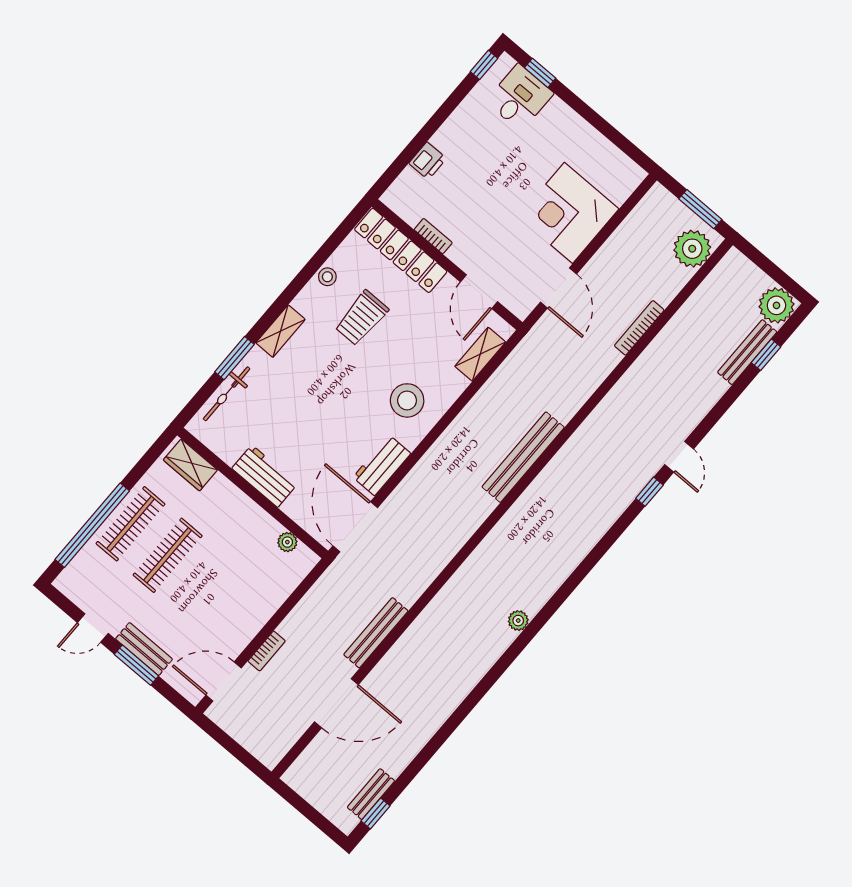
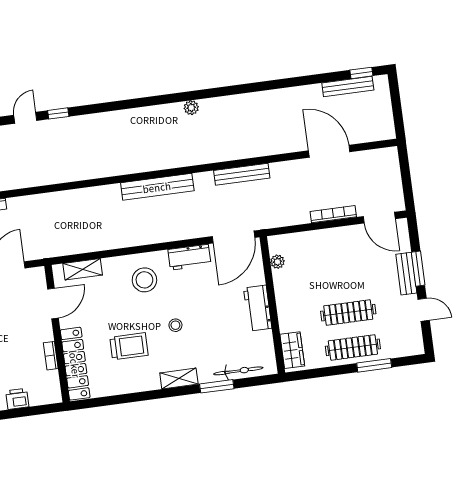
stool: (327, 277) -> (175, 325), moved
bench: (523, 457) -> (157, 187), moved
window: (92, 525) -> (374, 365), width x0.47
bench: (376, 633) -> (242, 174), moved
bookcase: (267, 651) -> (333, 214), width x1.56
bench: (371, 794) -> (348, 86), width x1.36

